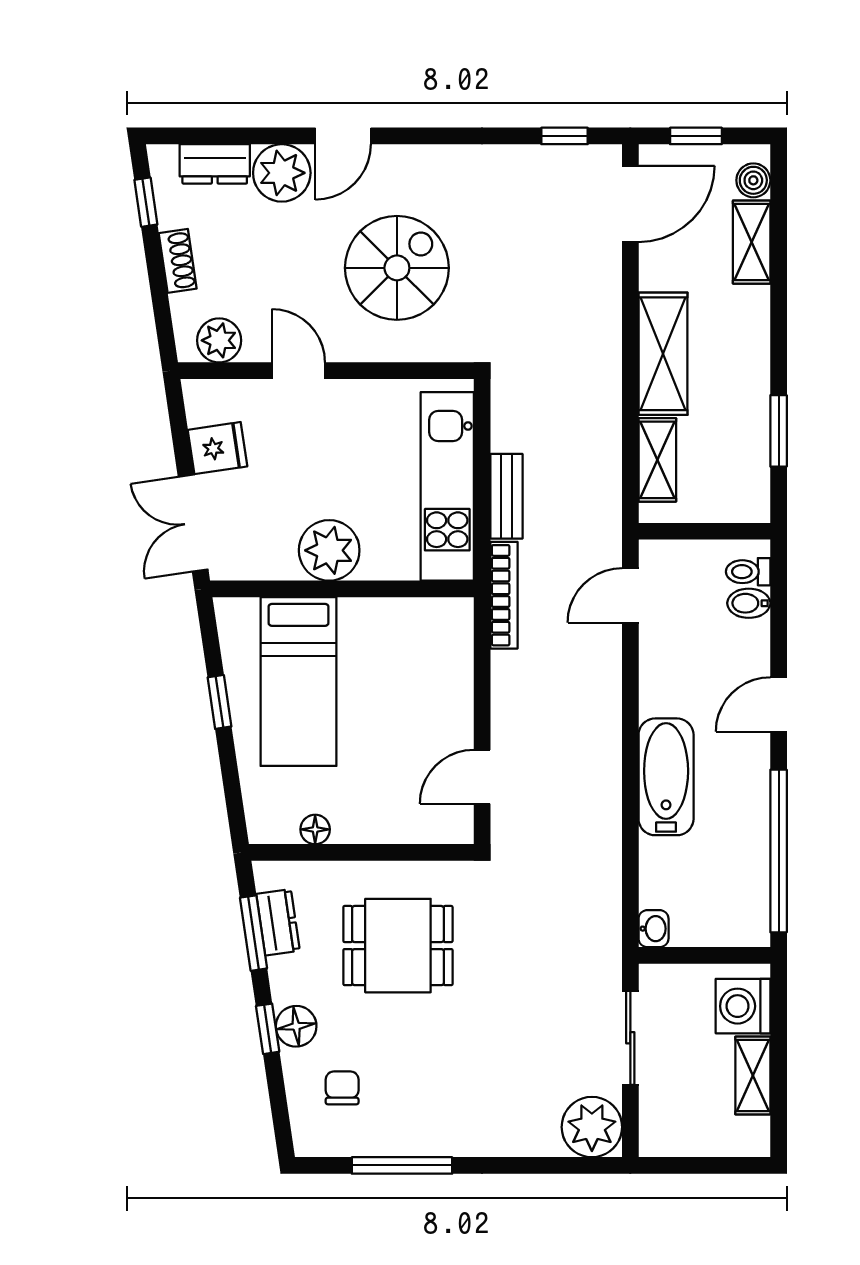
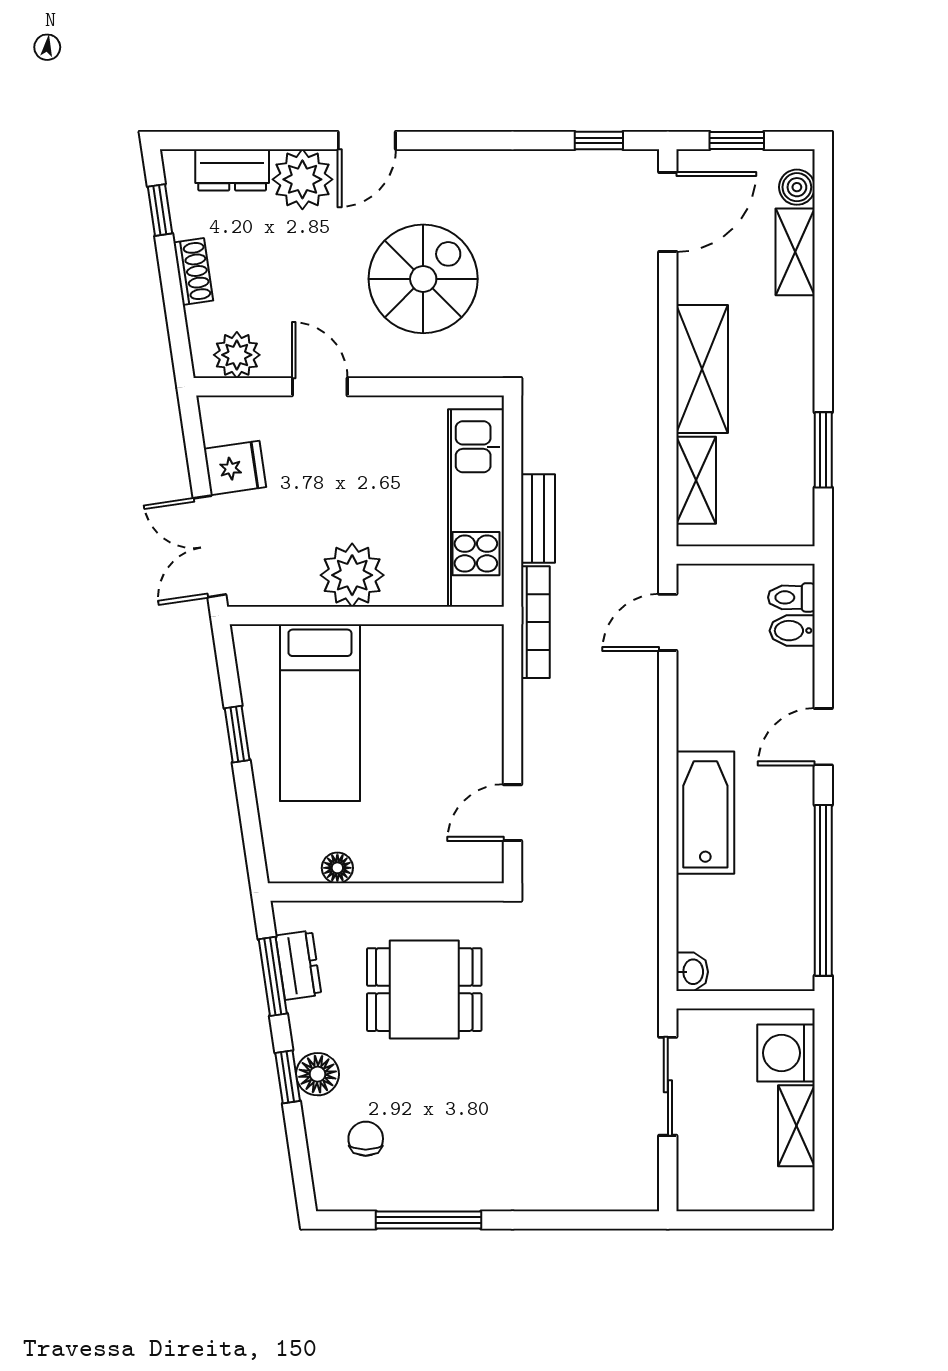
plant: (592, 1127) -> (628, 1180), removed

